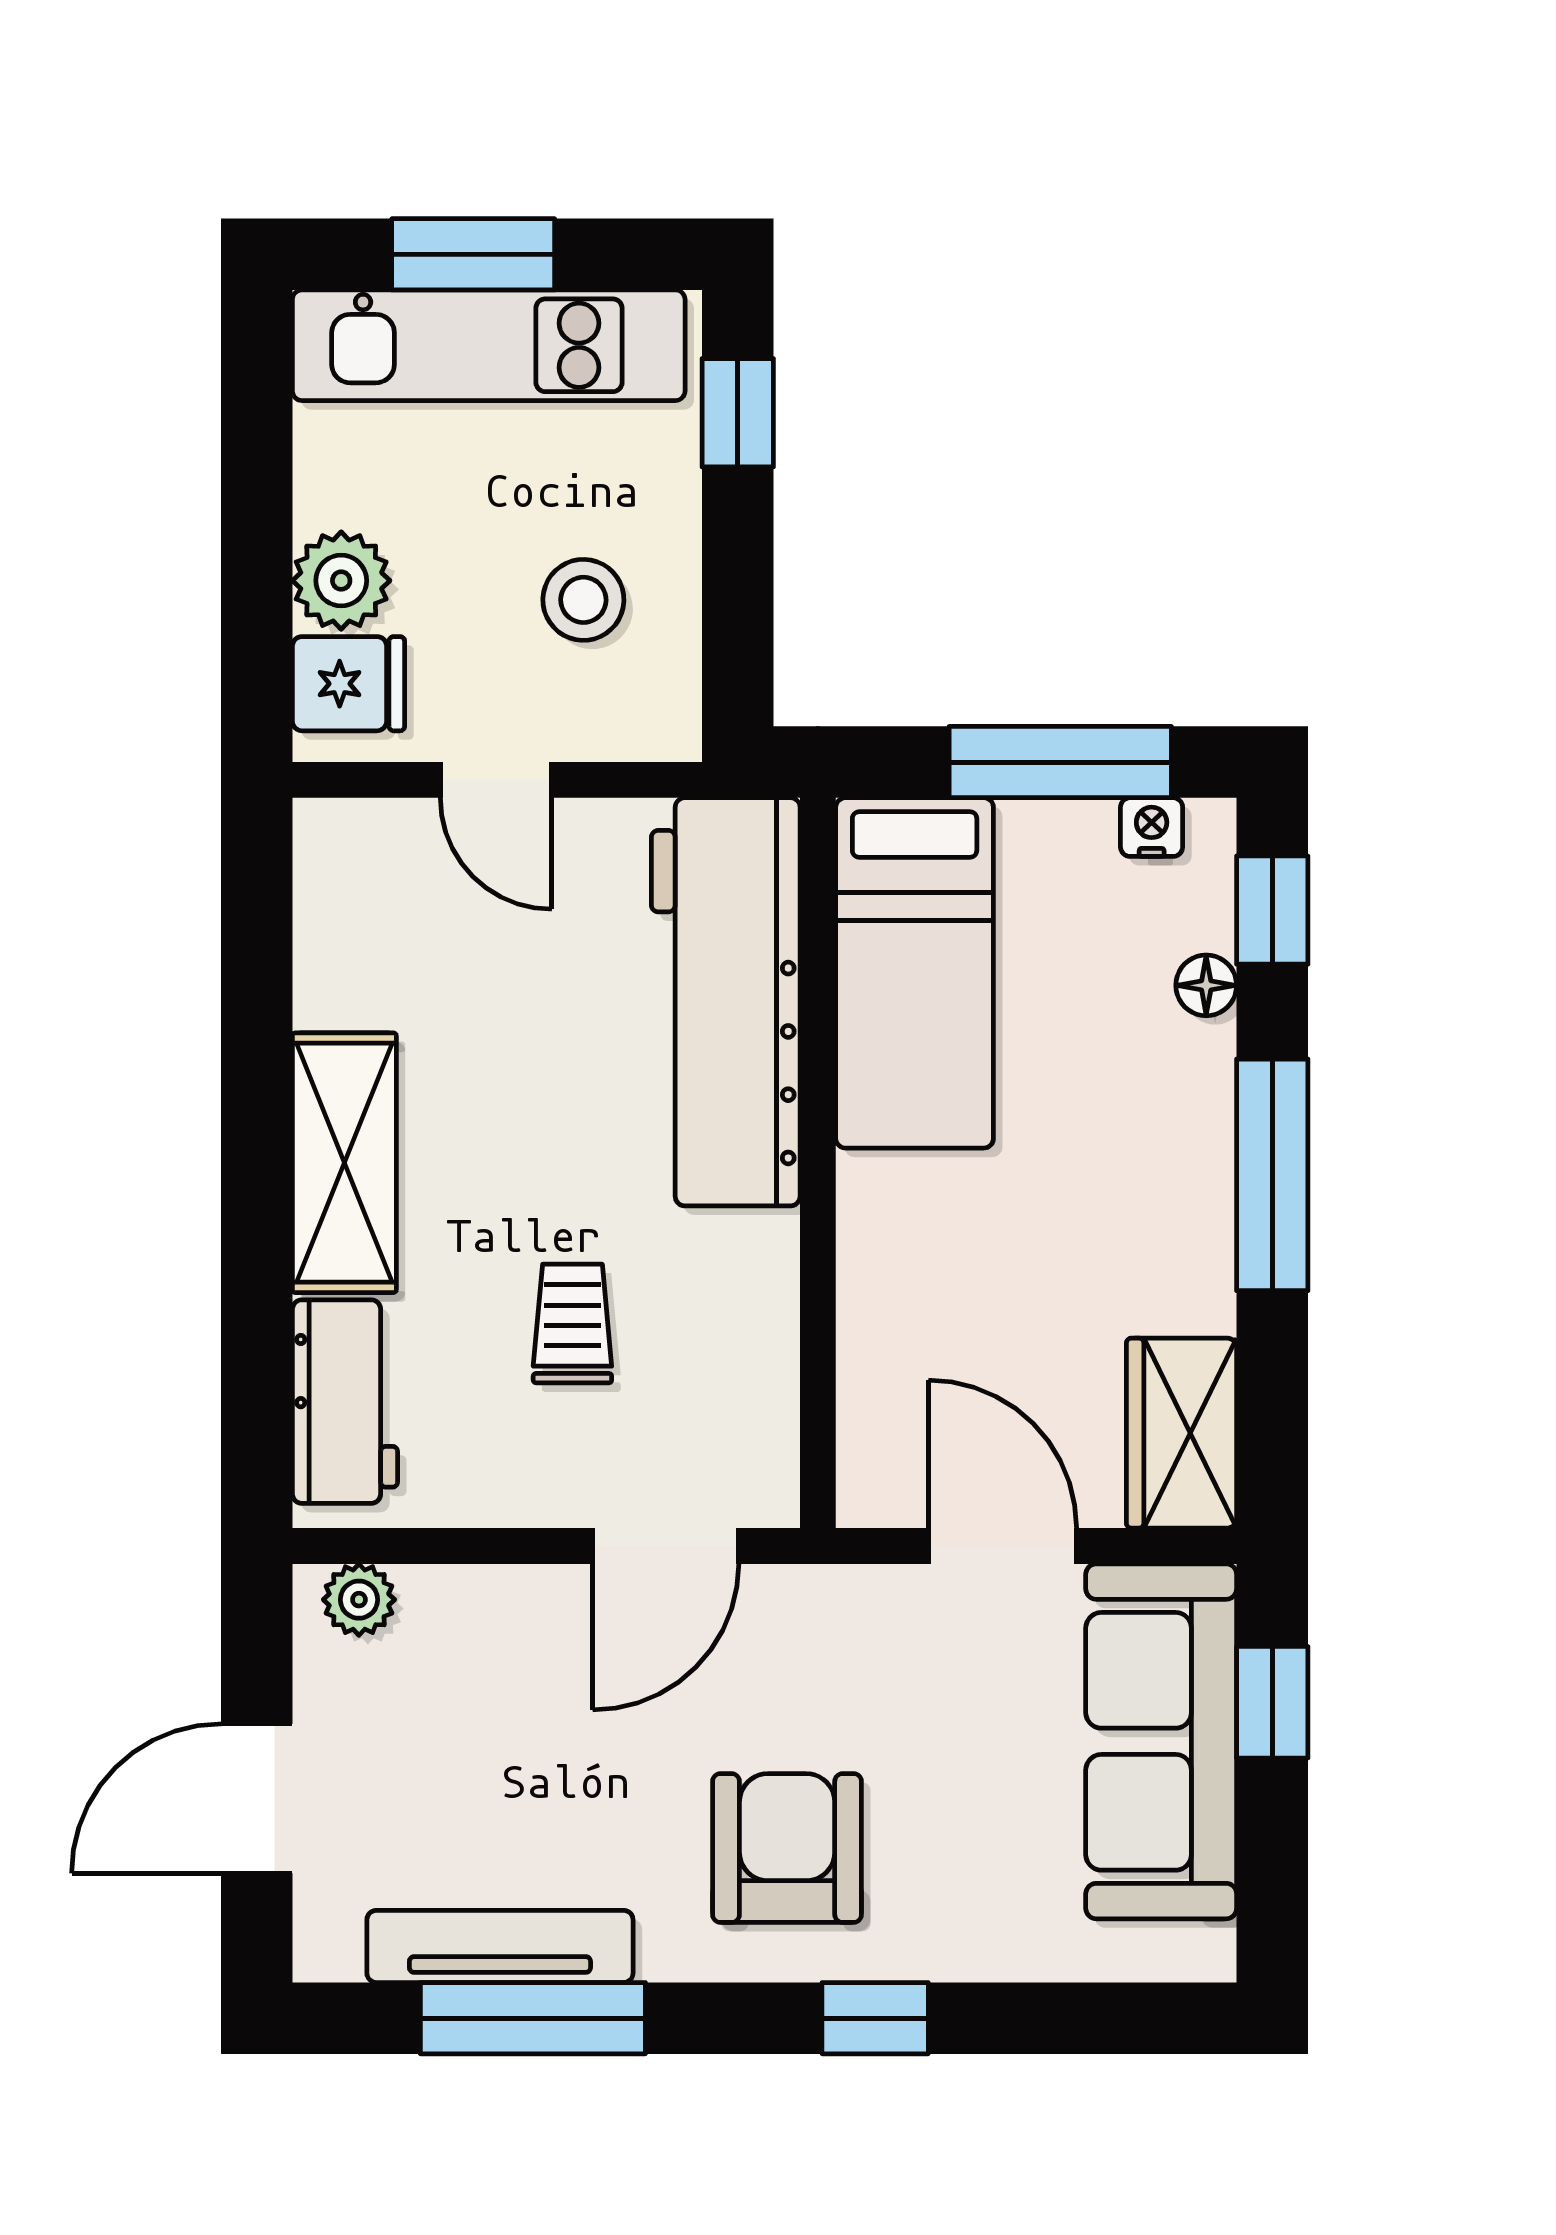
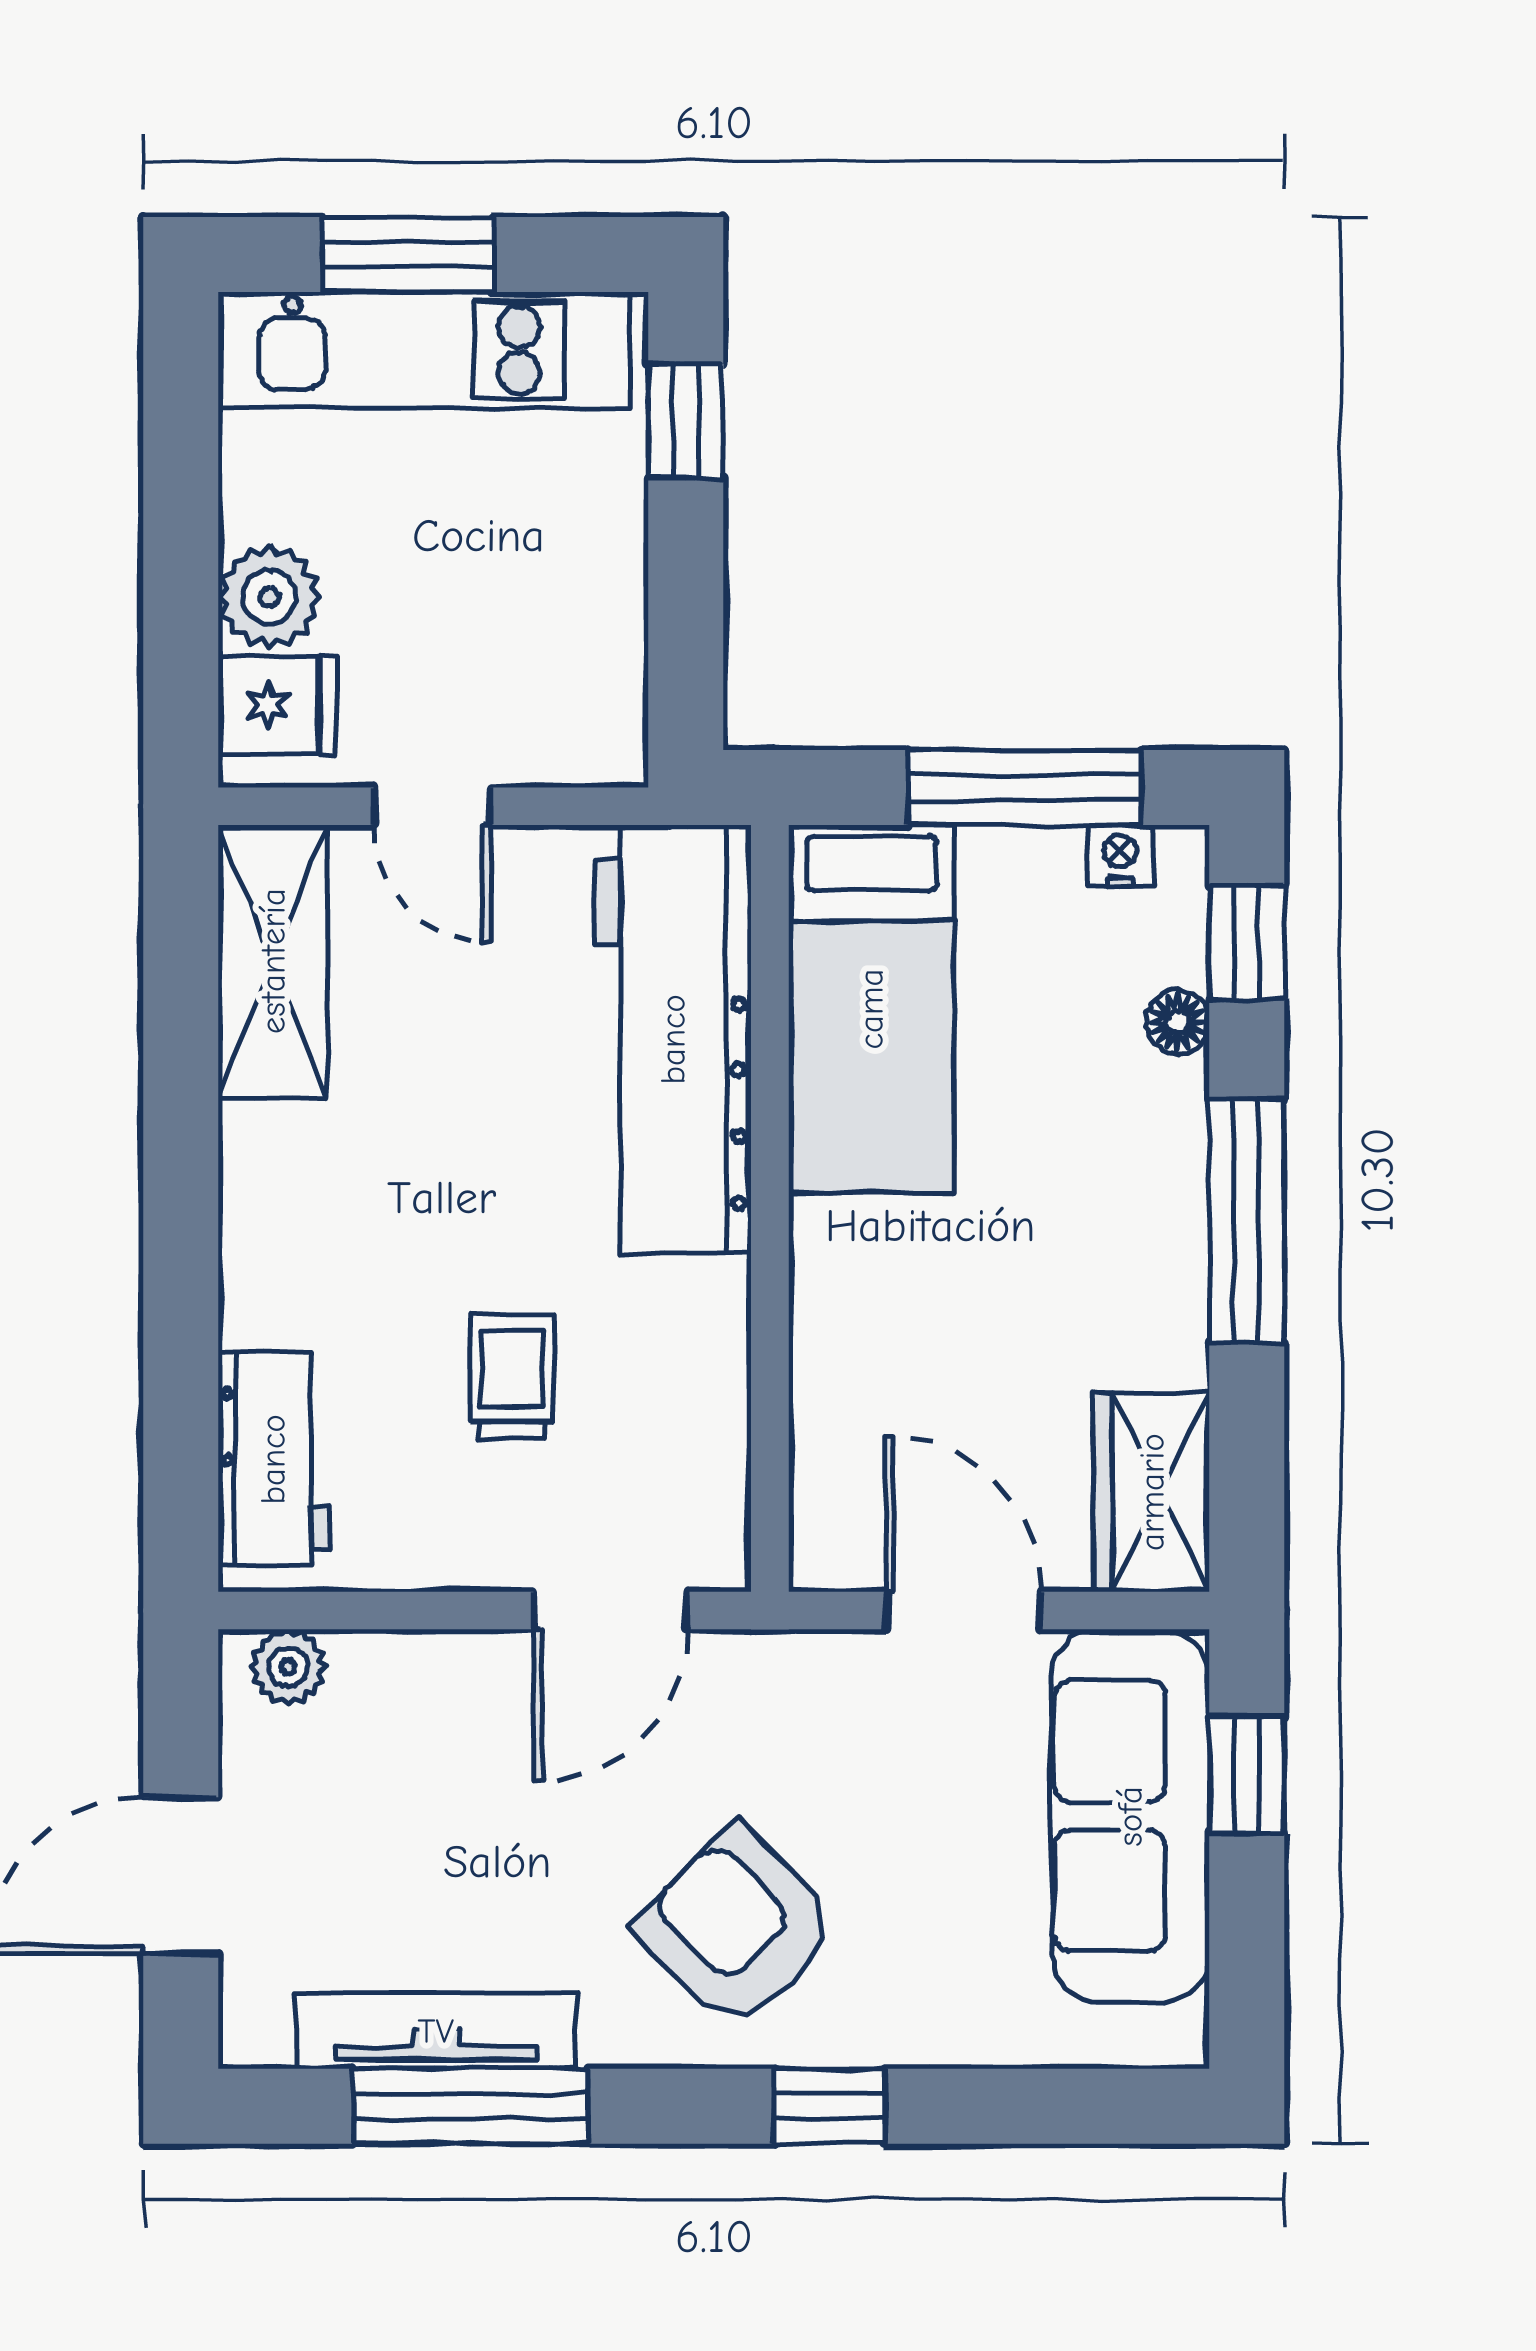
stool: (583, 600) -> (524, 617), removed
shelving: (344, 1163) -> (273, 961), moved
armchair: (787, 1848) -> (737, 1928), turned -44

